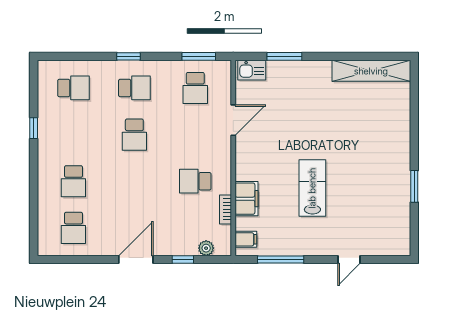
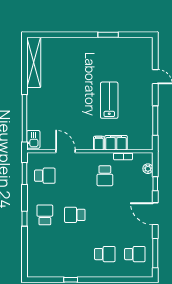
window: (284, 56) -> (24, 118), width x2.11
school desk: (73, 88) -> (45, 254), removed
school desk: (134, 135) -> (75, 215), turned 180
lab bench: (312, 188) -> (109, 100), turned 90
filing cabinet: (246, 239) -> (99, 143), moved
window: (75, 260) -> (155, 253), added

